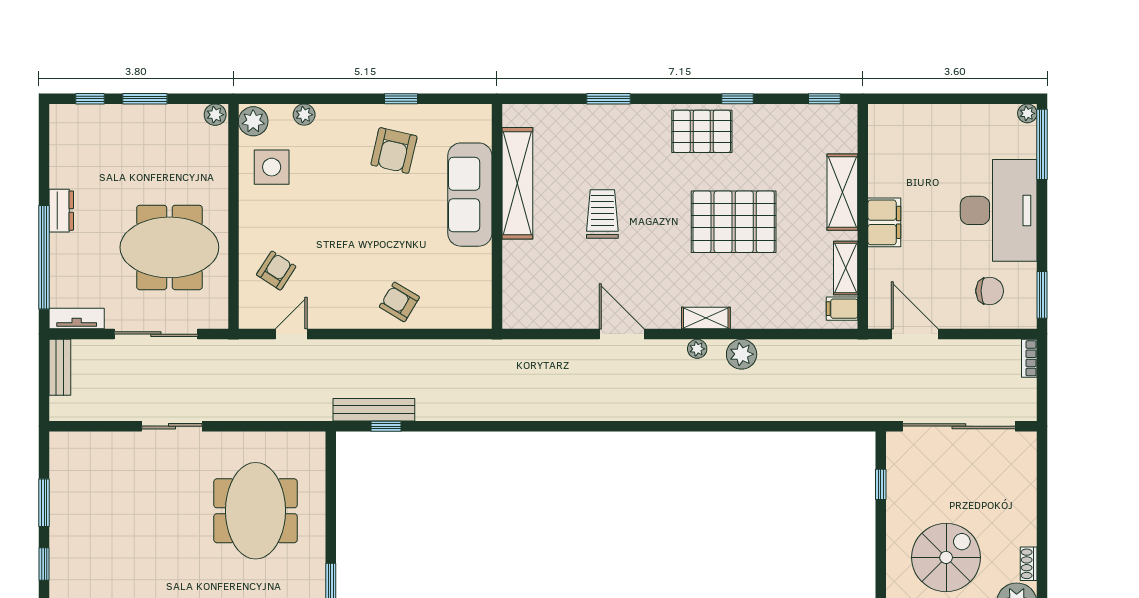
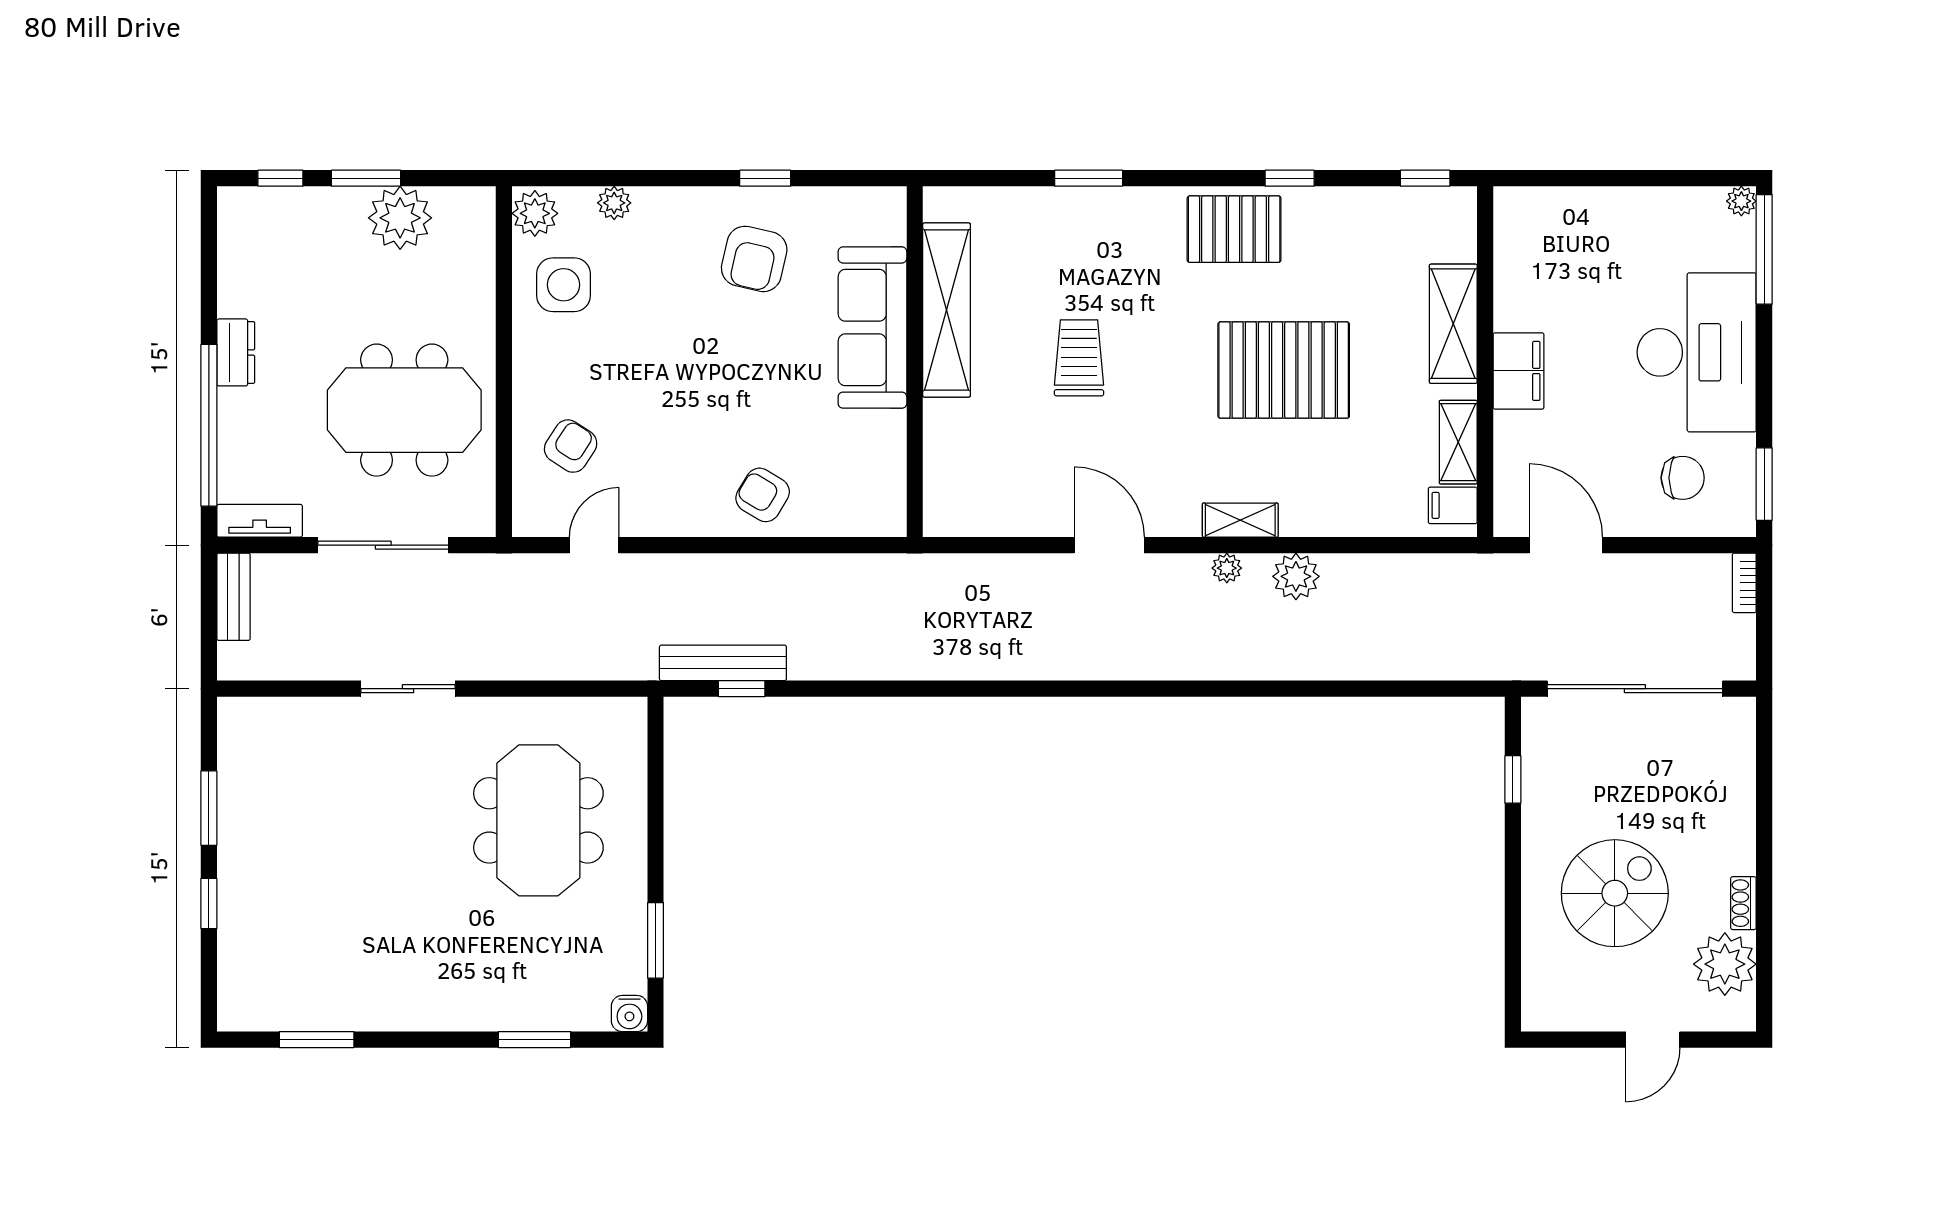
plant: (215, 115) -> (400, 218), moved, width x1.88, depth x1.88

